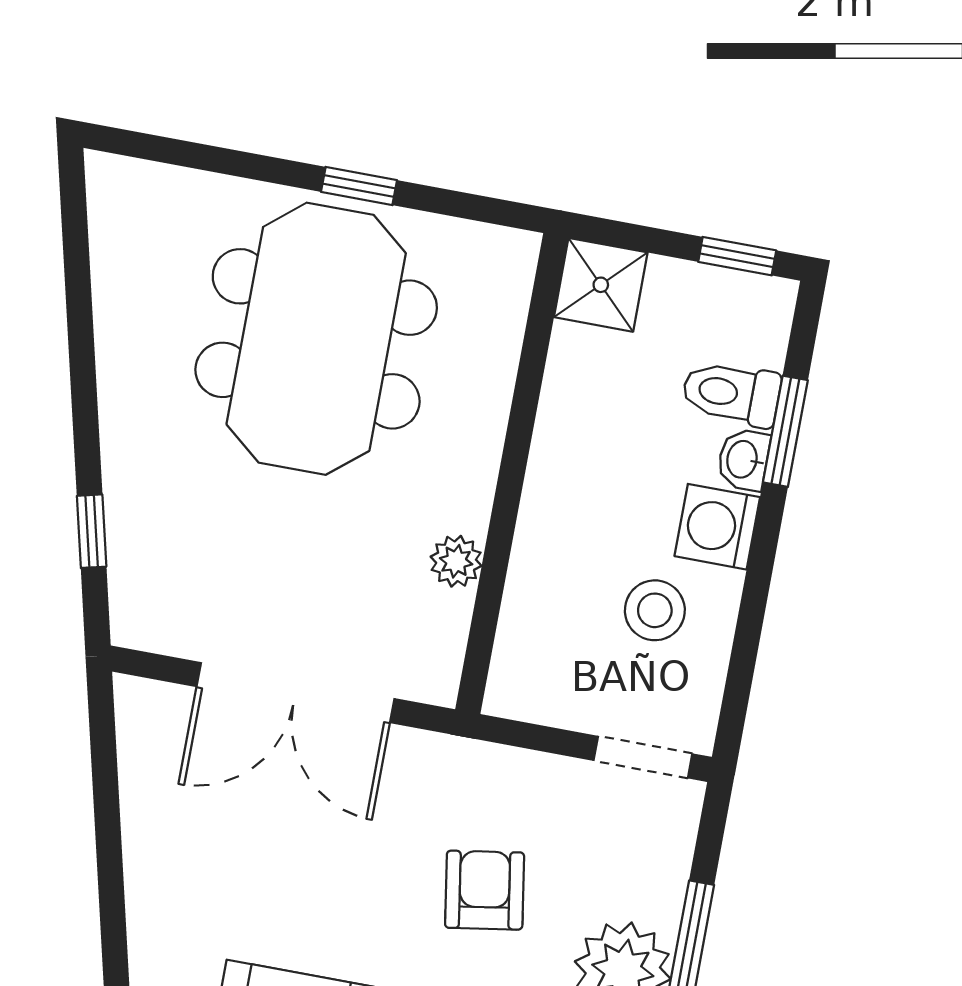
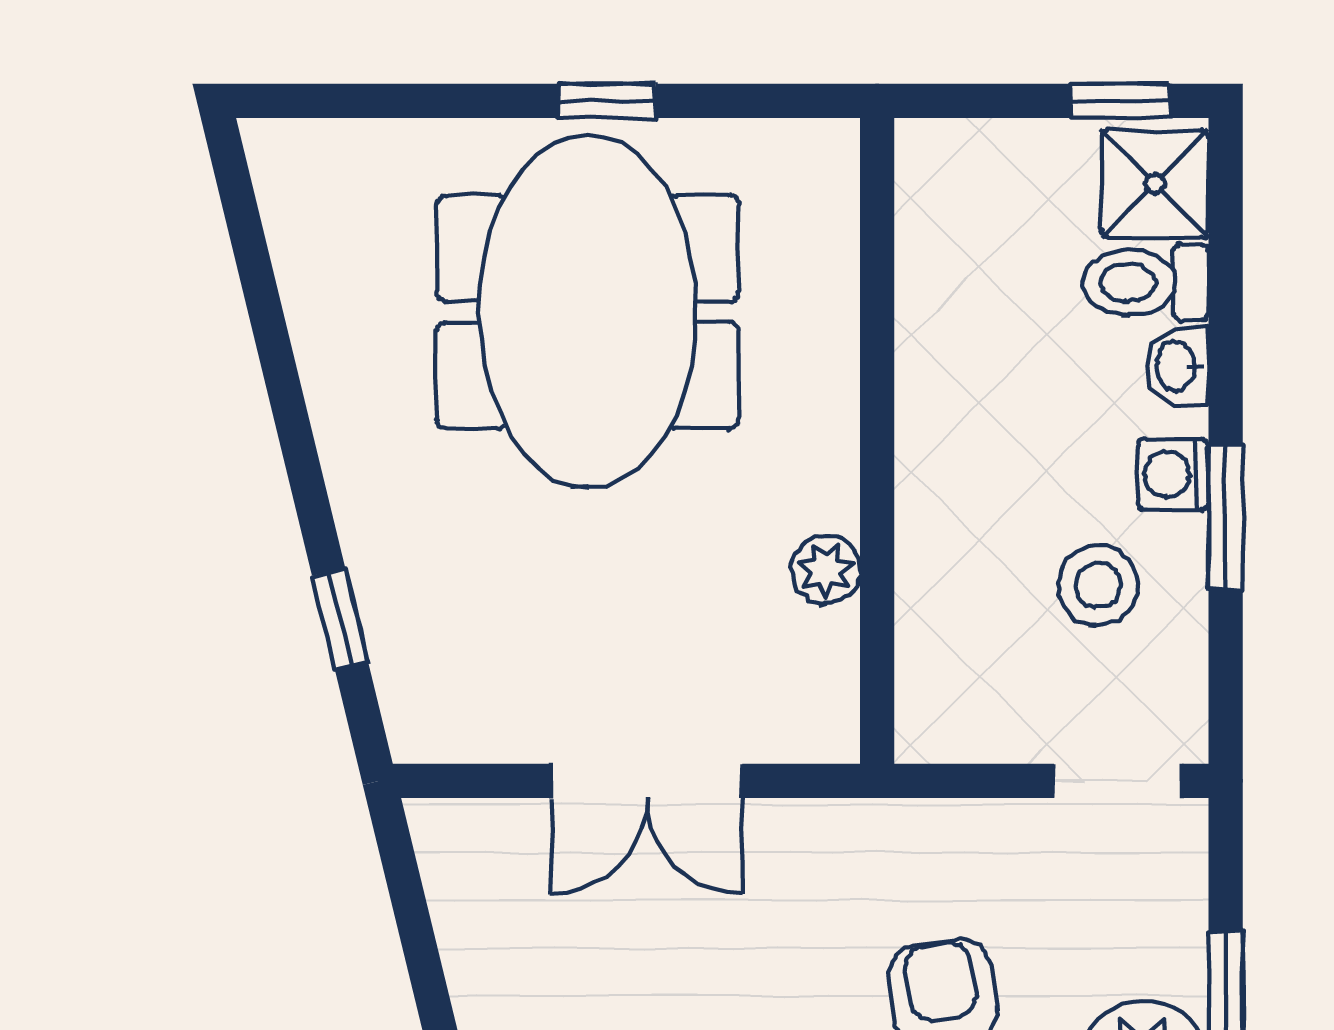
shower: (601, 285) -> (1155, 184), moved
window: (785, 431) -> (1226, 517), moved
washing machine: (717, 527) -> (1173, 474), width x0.73, depth x0.73
double door: (295, 693) -> (647, 781), width x0.73

